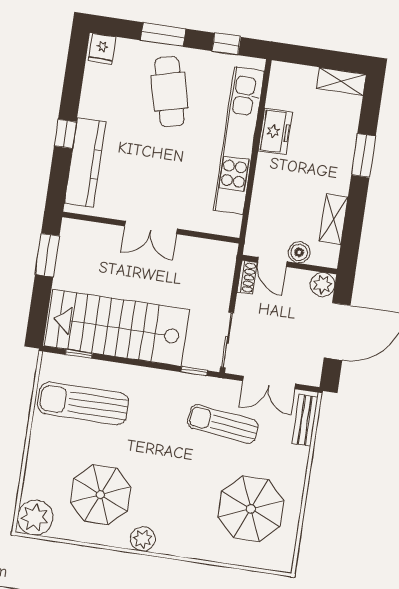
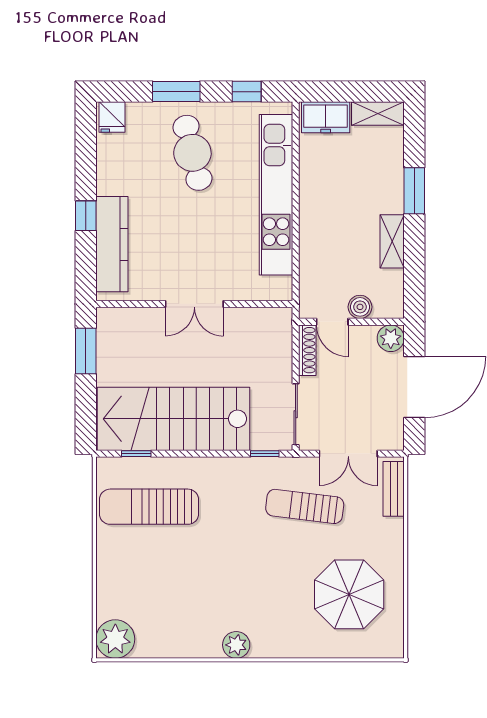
freezer: (275, 132) -> (326, 117), moved, turned 90
shelving: (334, 219) -> (392, 241), moved
shoe rack: (247, 277) -> (307, 350), width x1.43
parasol: (100, 495) -> (183, 603), removed

